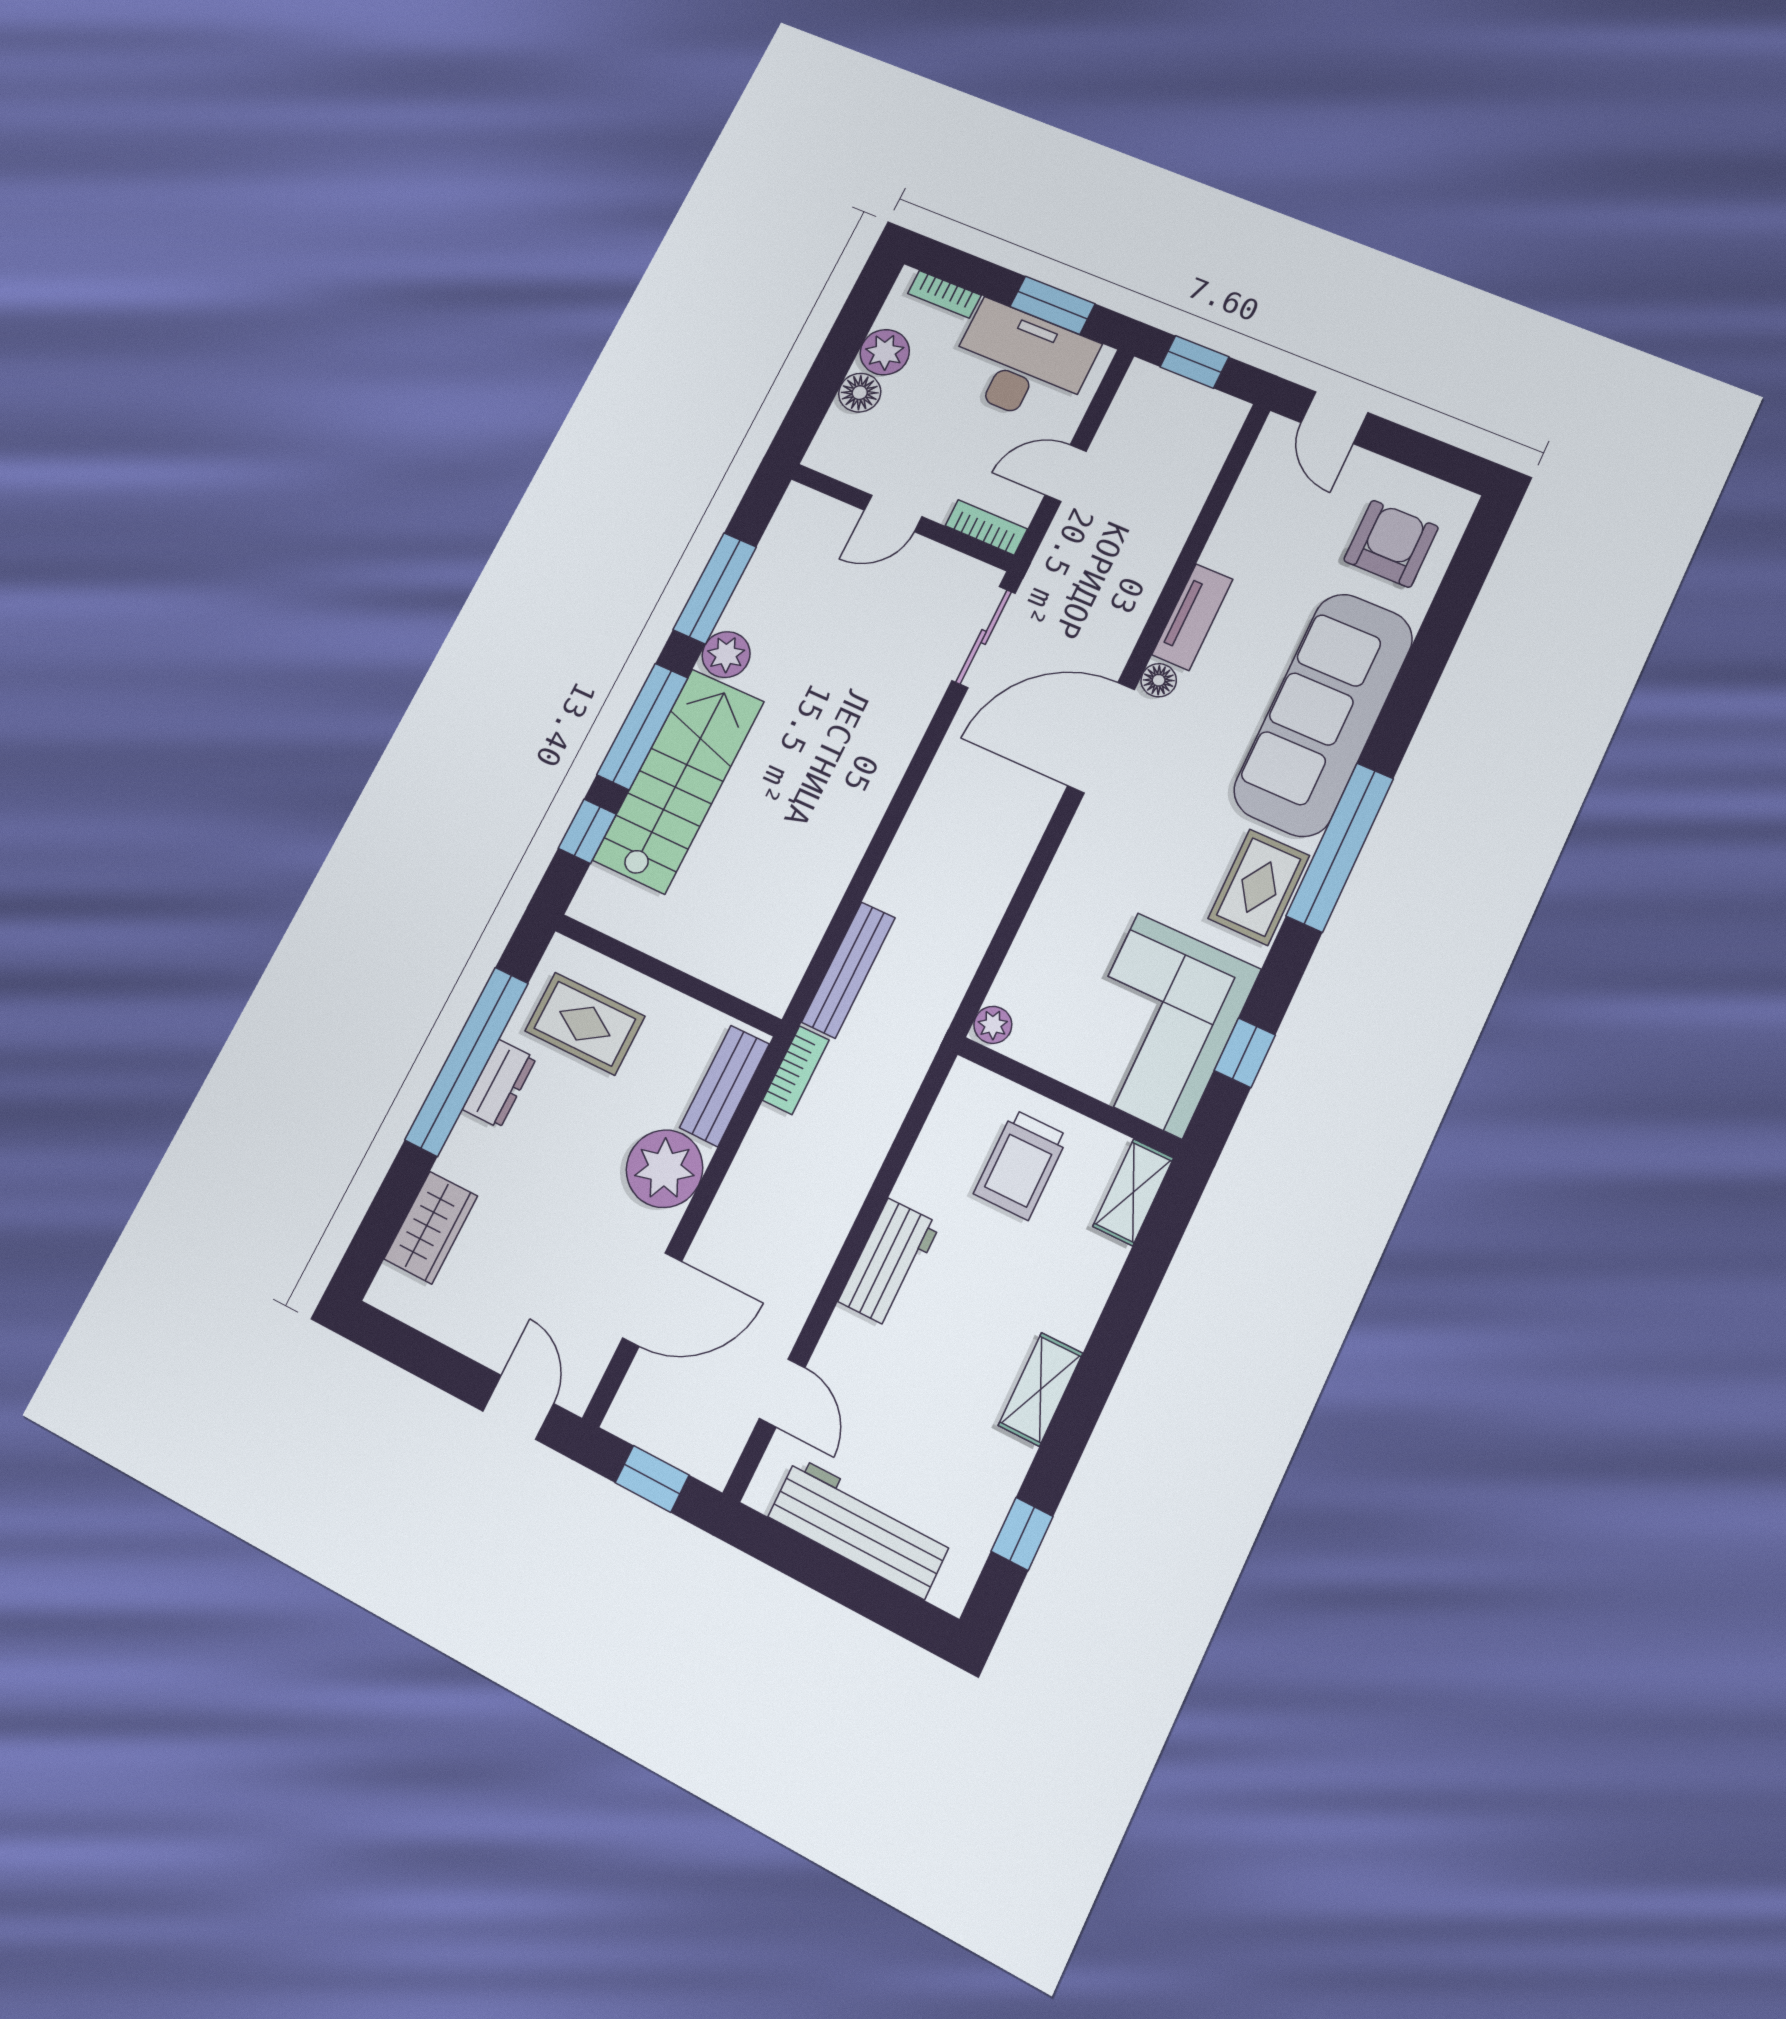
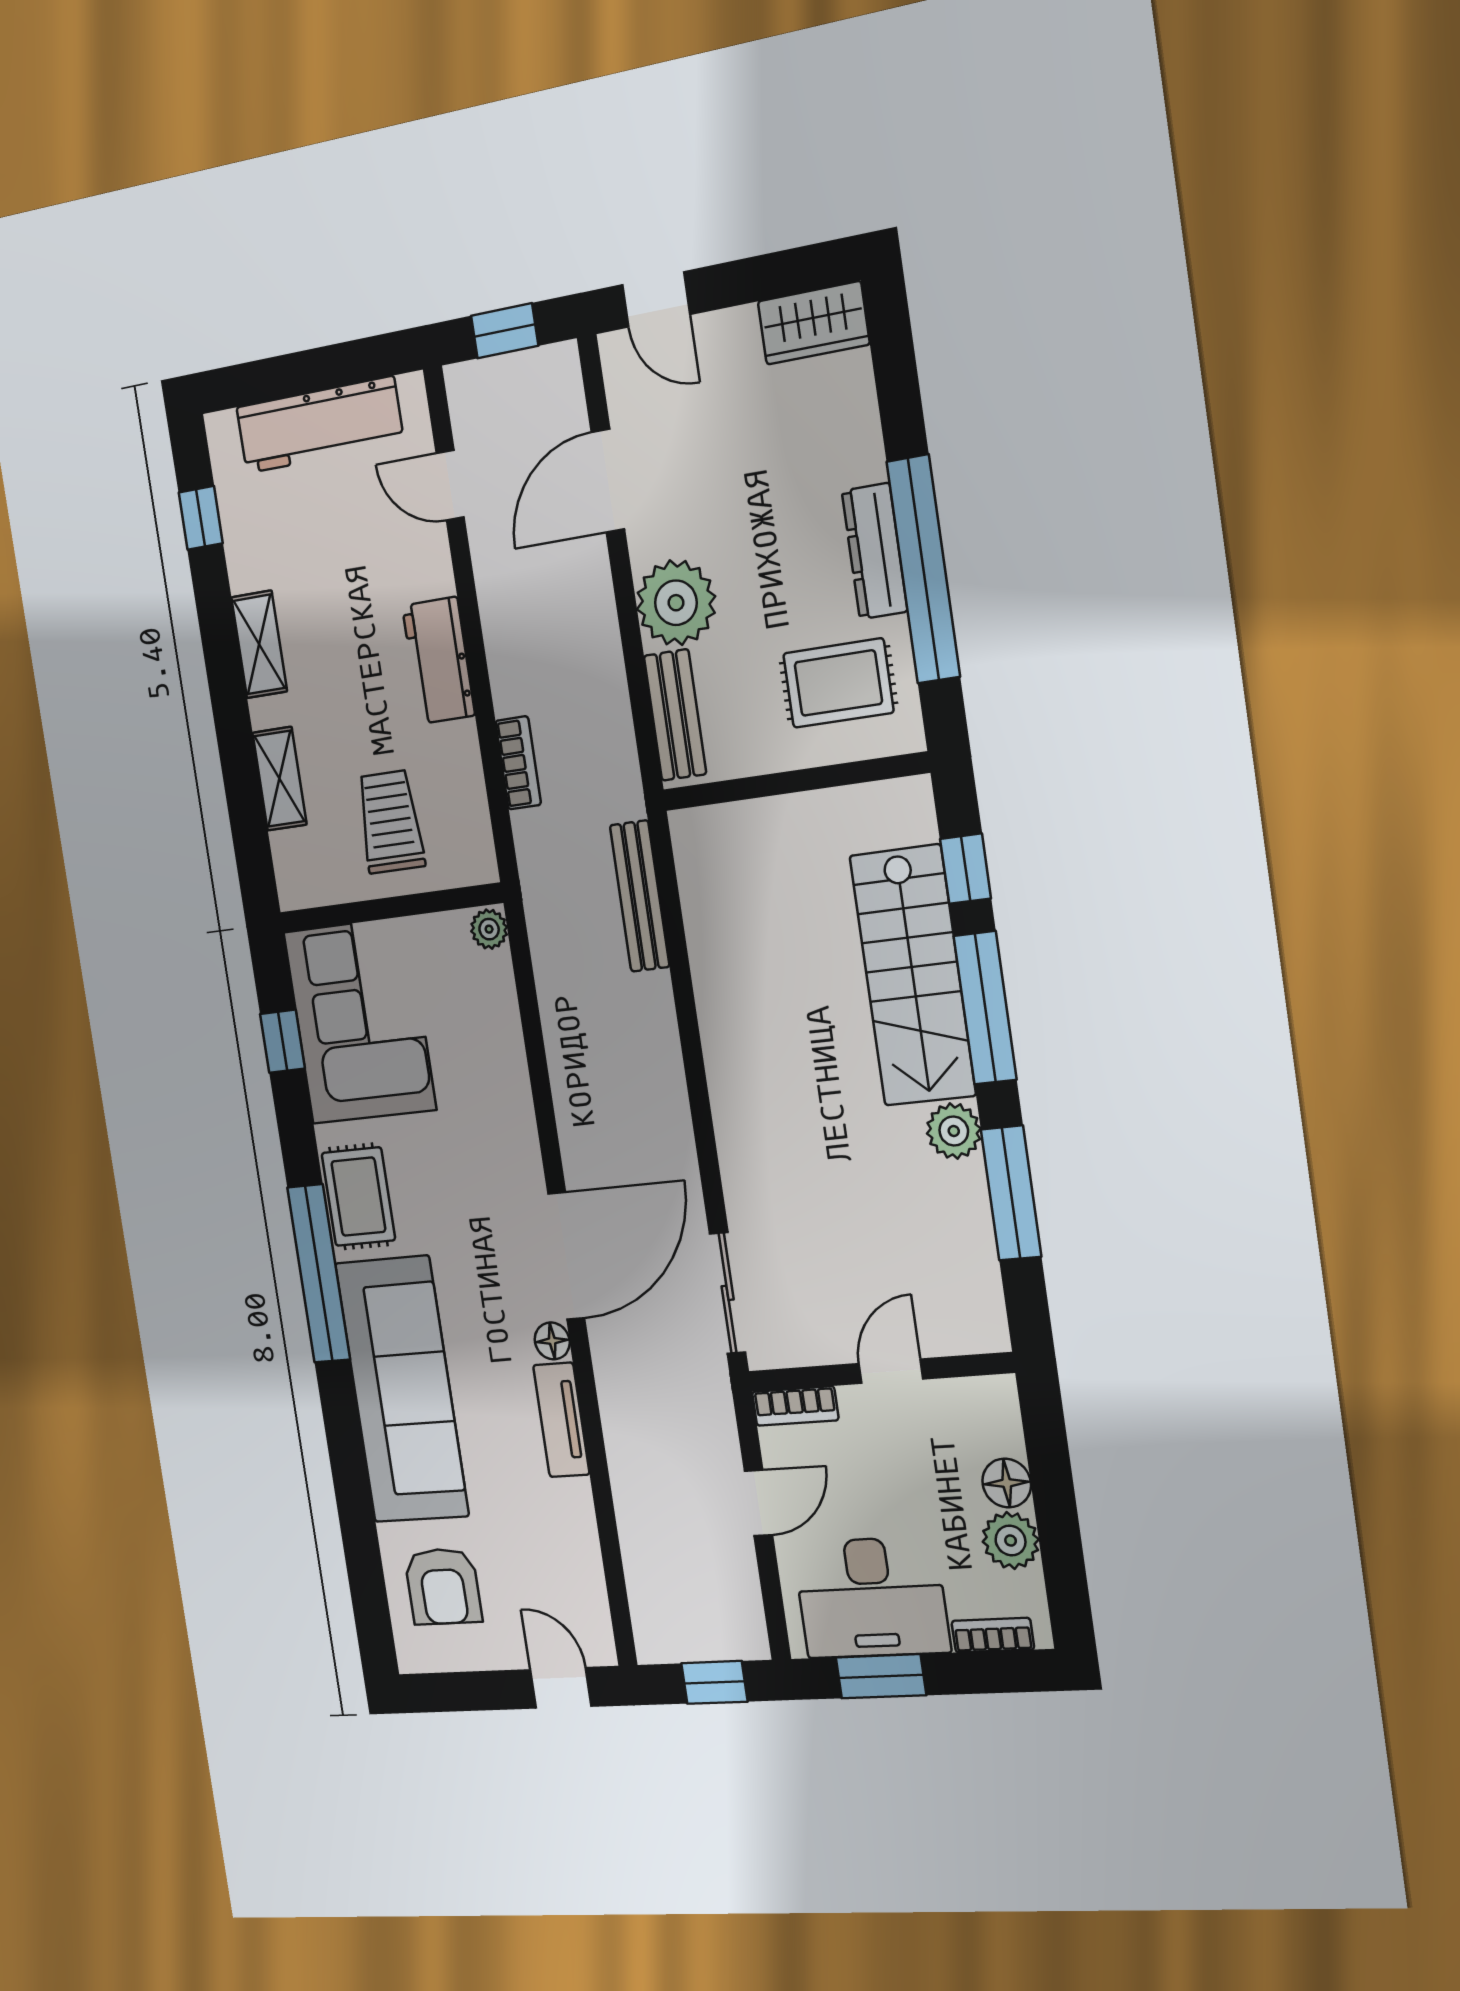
bookcase: (796, 1070) -> (518, 763), moved, turned 180
dresser: (499, 1084) -> (875, 551), width x1.44
shelving: (1133, 1192) -> (280, 779), moved
wardrobe: (431, 1227) -> (814, 323), moved, turned -90

